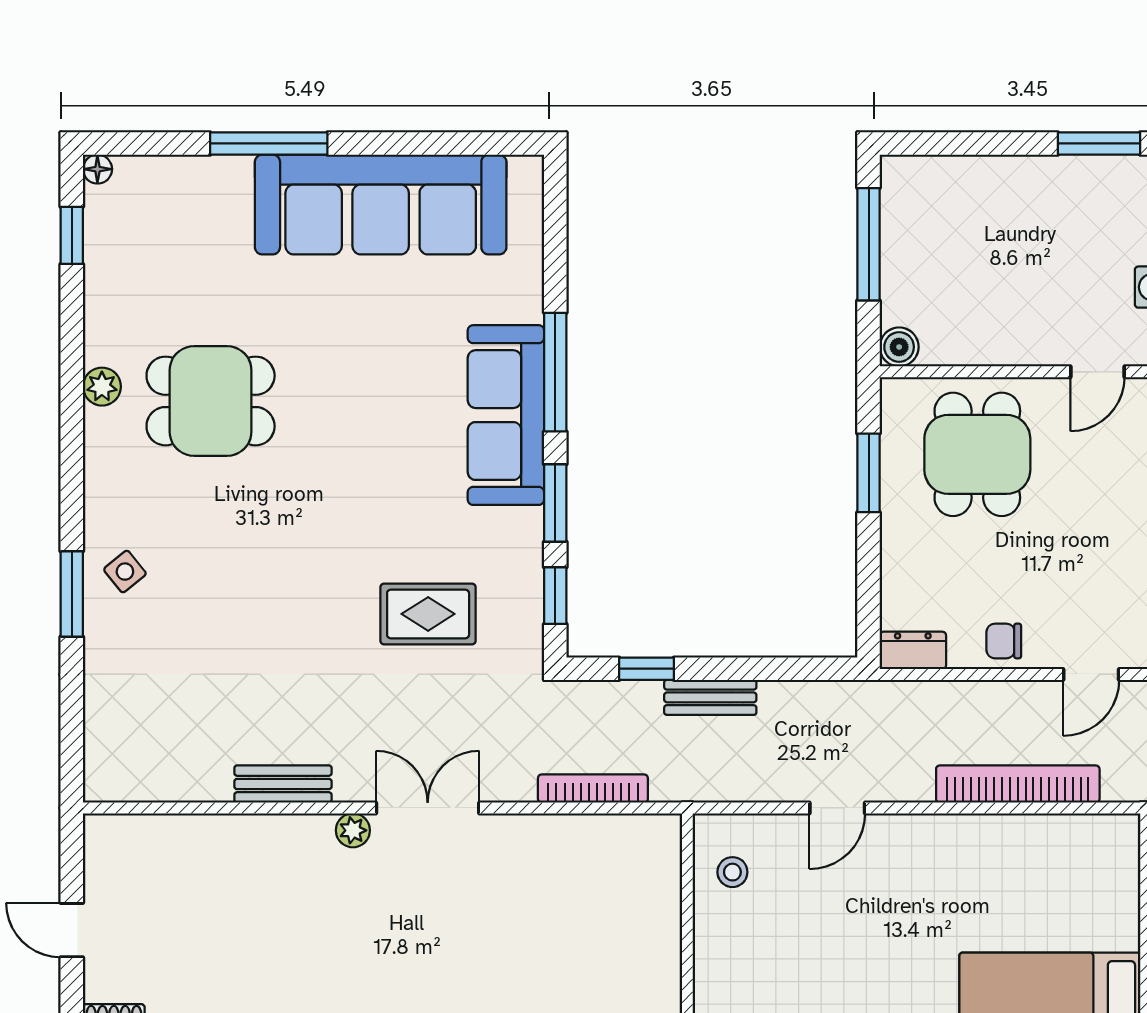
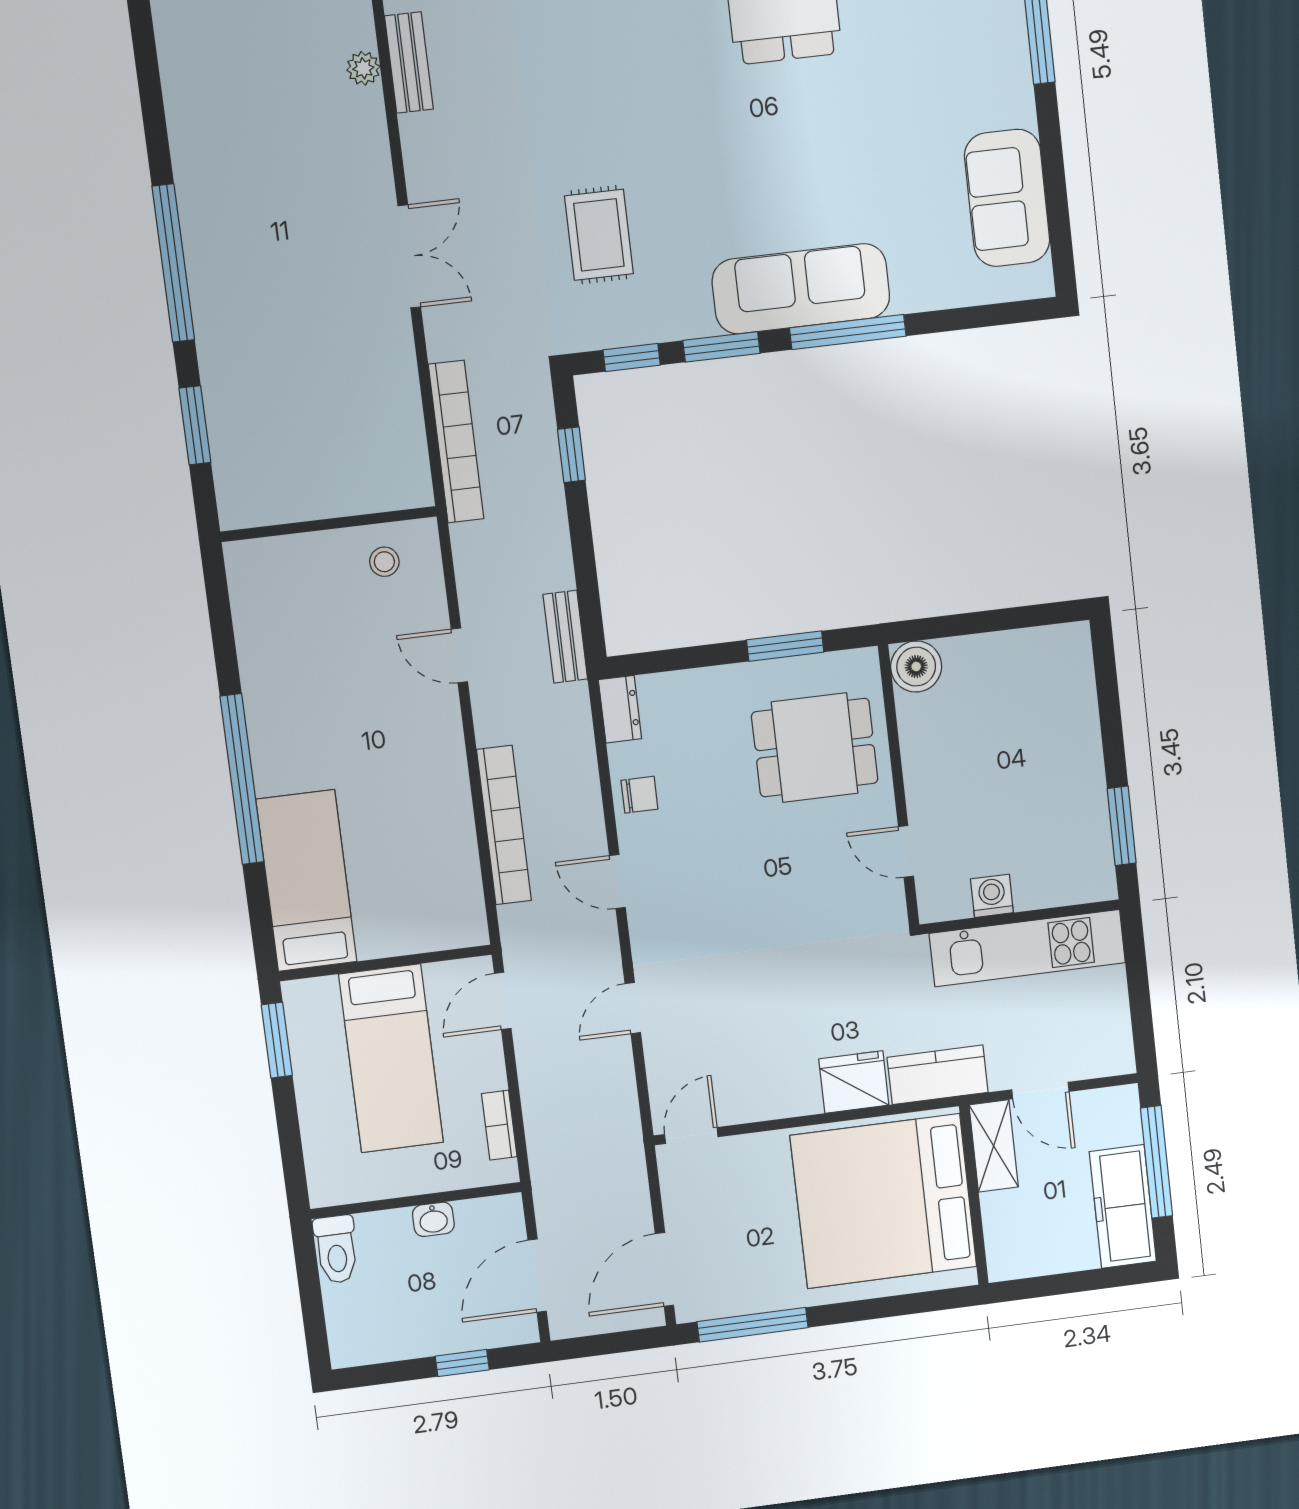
sofa: (381, 205) -> (1007, 198), width x0.54, depth x0.79
window: (869, 244) -> (1003, 619), removed
boiler: (899, 347) -> (916, 667), width x1.36, depth x1.36
chair: (1004, 641) -> (639, 795), turned 90
bench: (710, 697) -> (565, 637), moved
bench: (283, 784) -> (409, 63), moved
bookcase: (593, 789) -> (456, 442), width x1.48, depth x1.31
plant: (353, 830) -> (363, 68), moved

